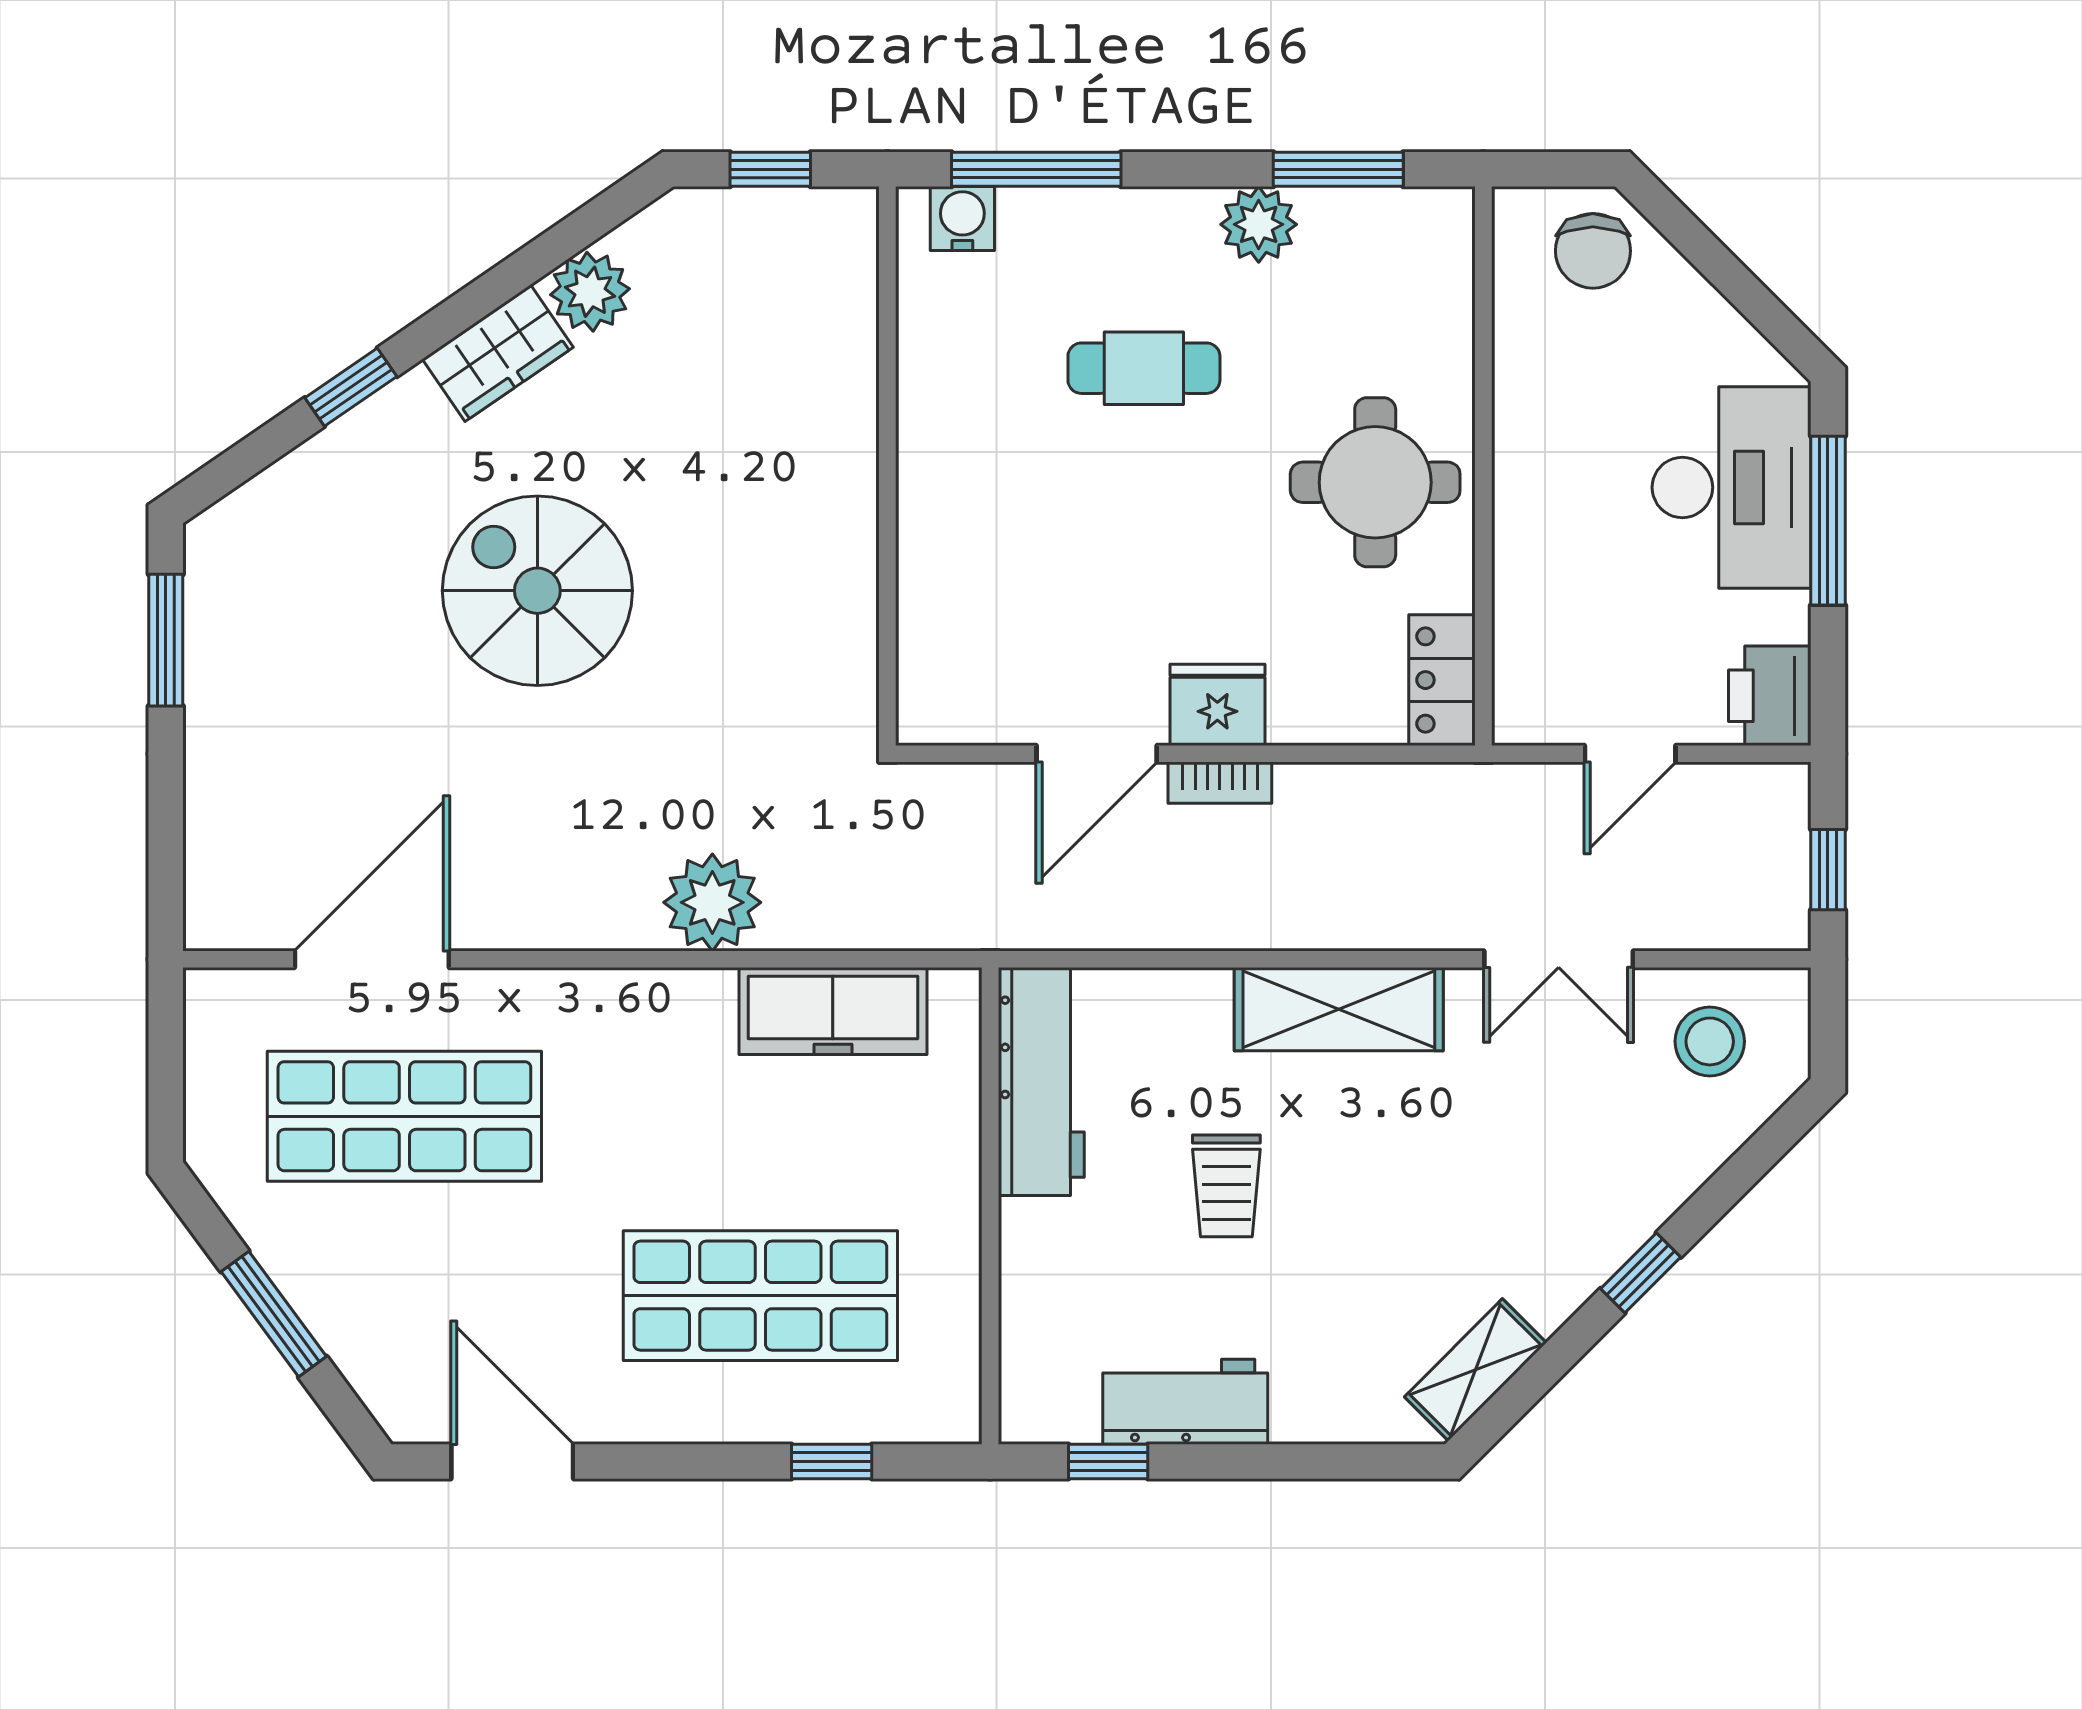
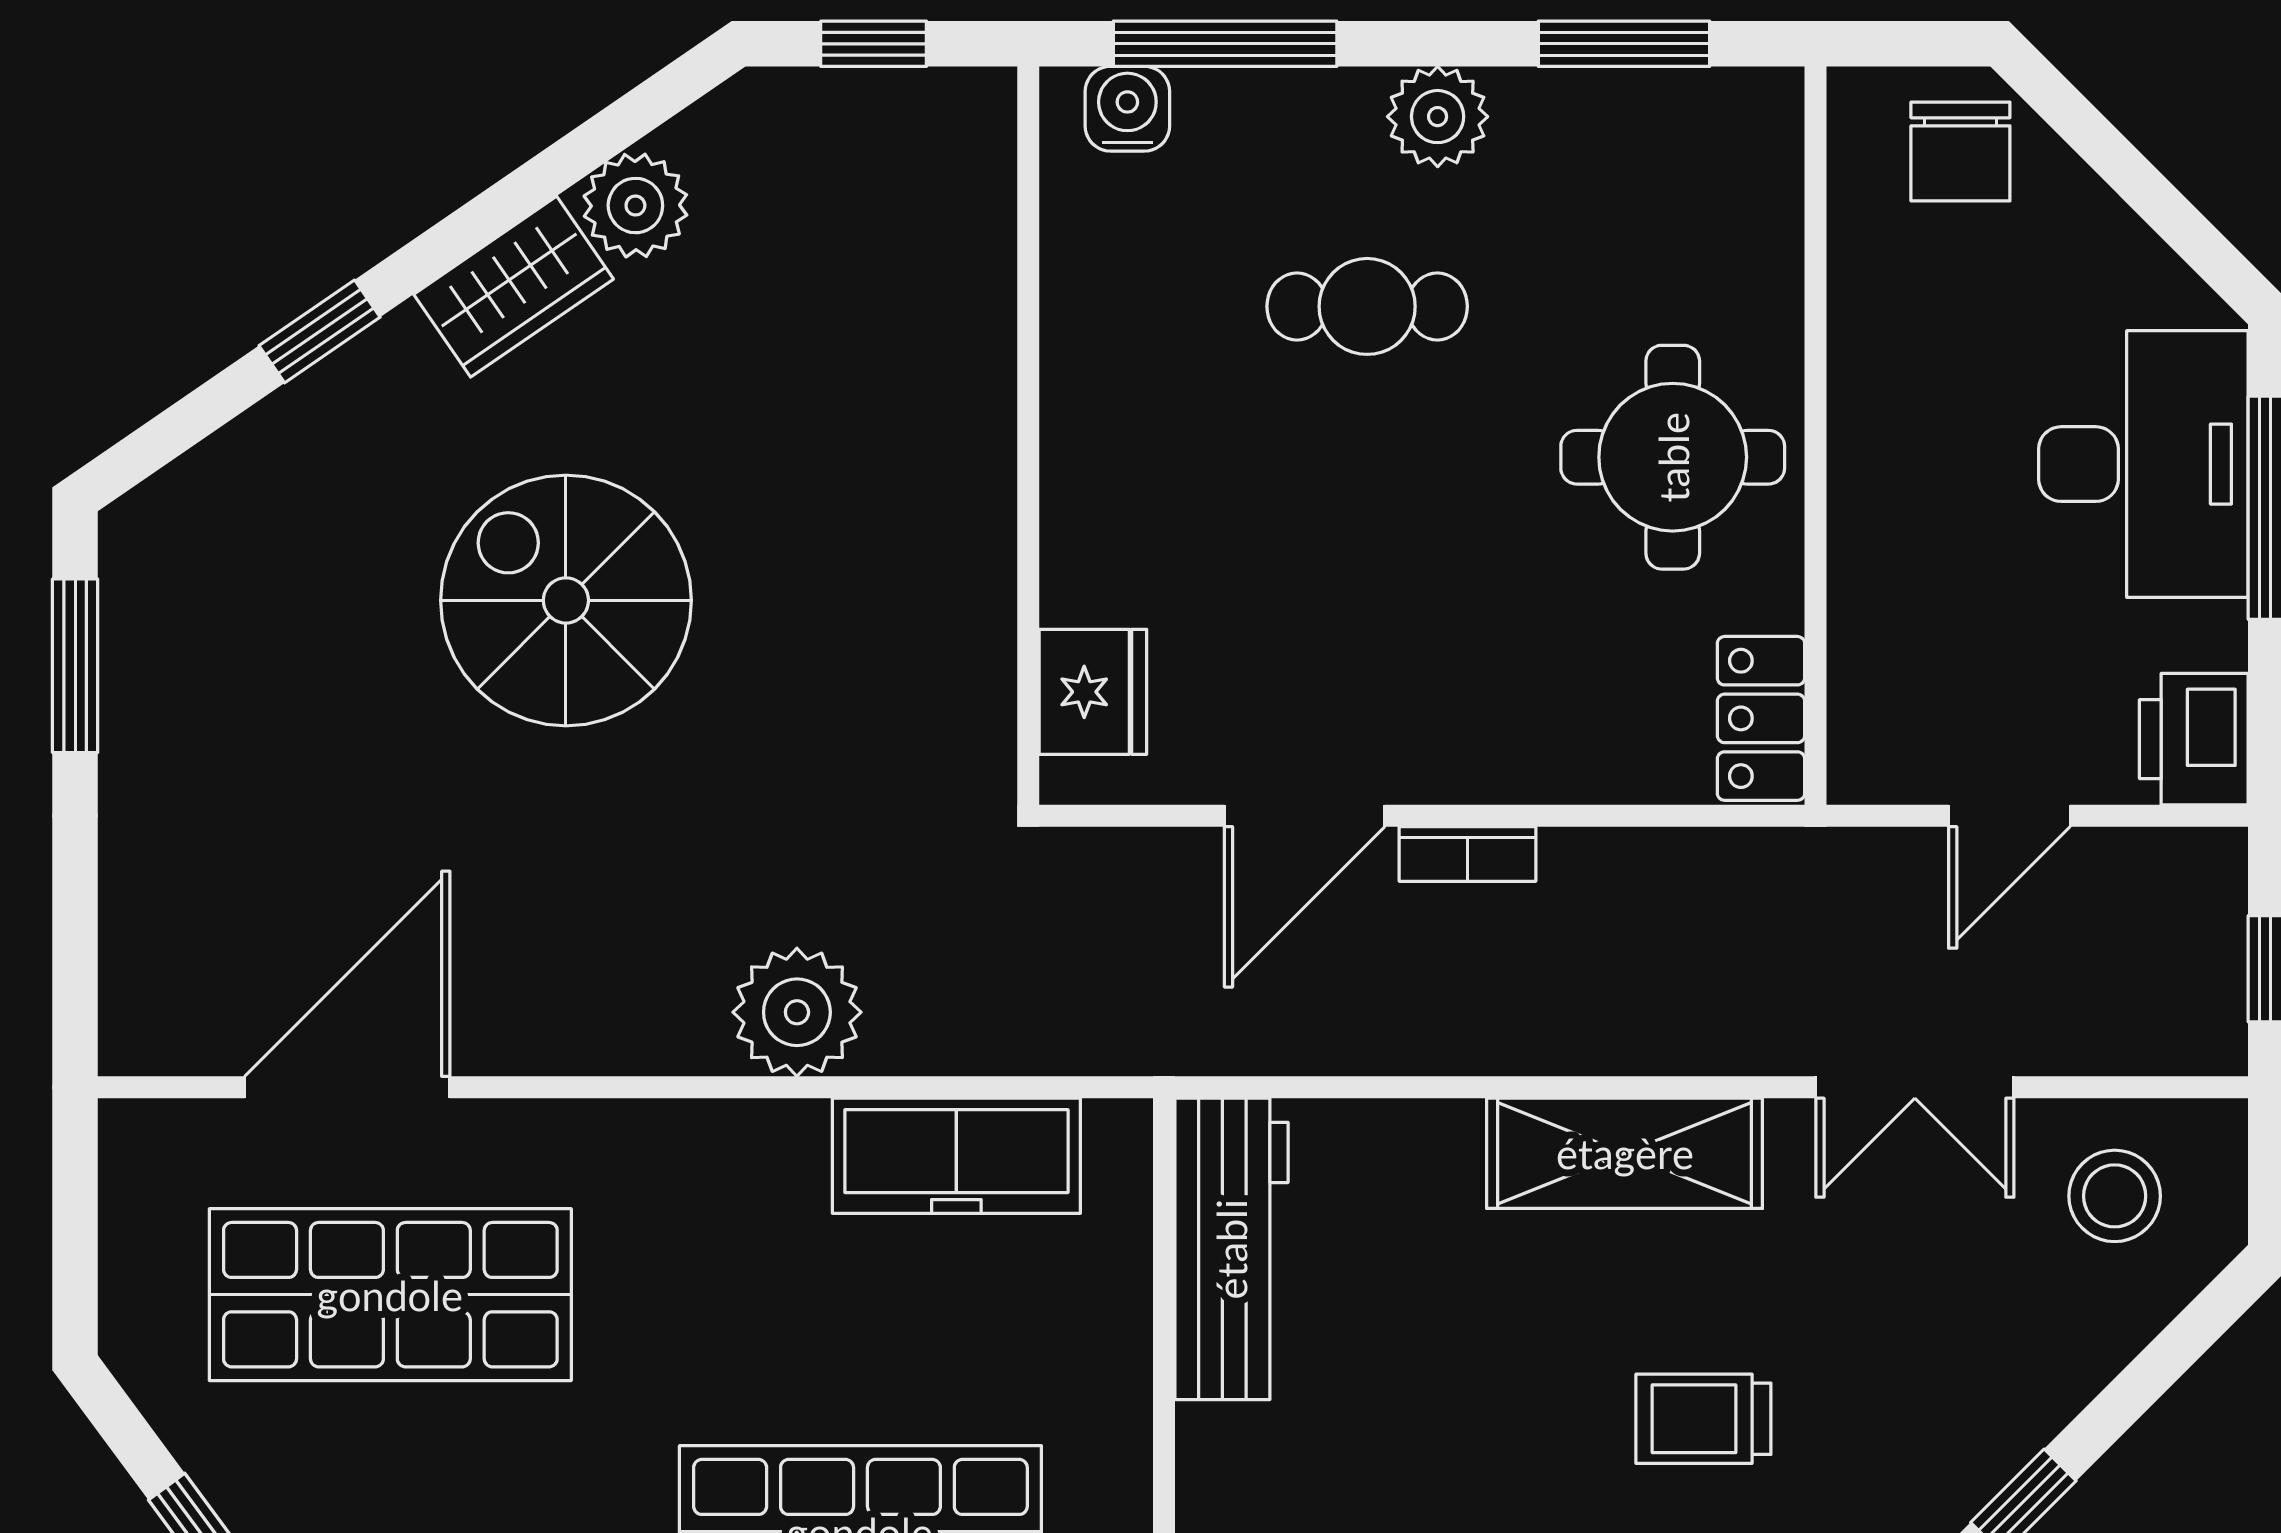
plant: (1259, 224) -> (1438, 117), moved
fridge: (1217, 705) -> (1093, 692), moved, turned 90
trolley: (1226, 1186) -> (1703, 1419), moved, turned 90

